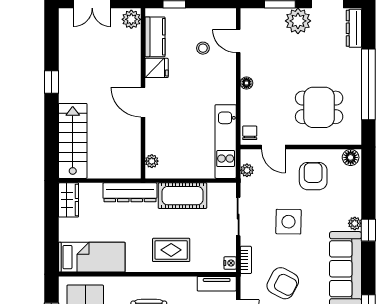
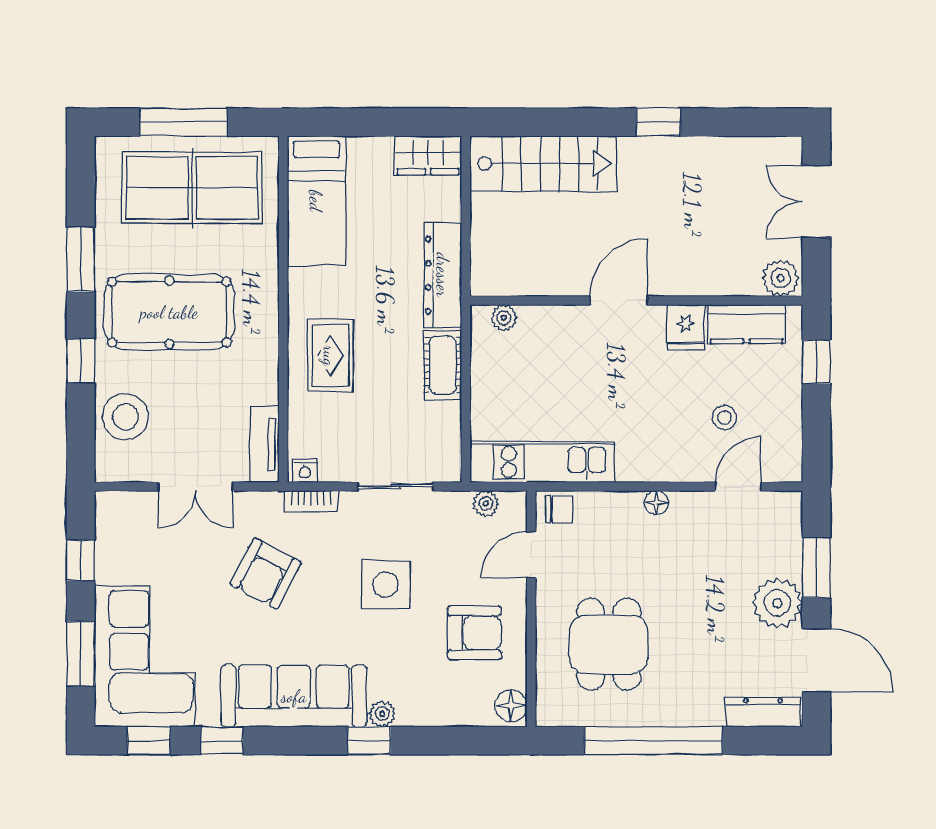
cot: (182, 196) -> (443, 365), width x0.73, depth x0.75

